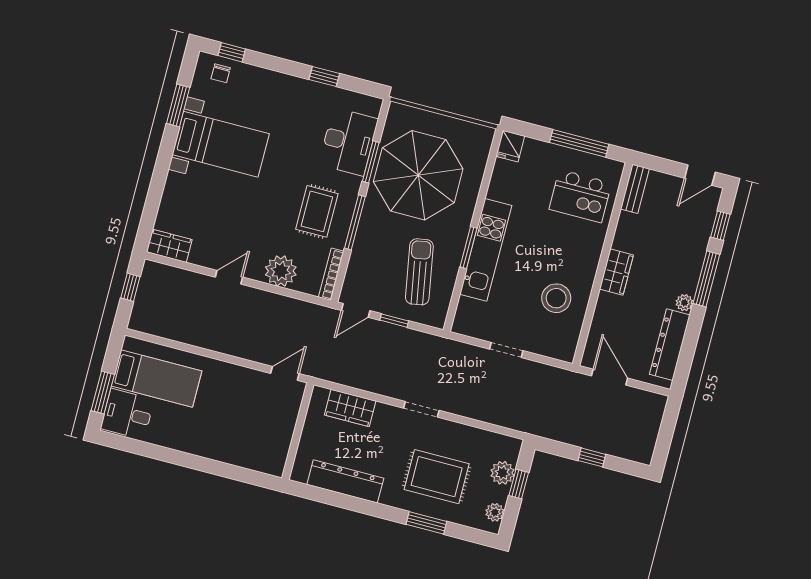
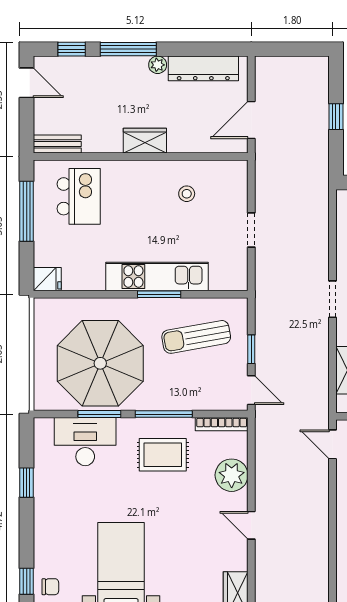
stool: (556, 298) -> (187, 194), width x0.53, depth x0.53

